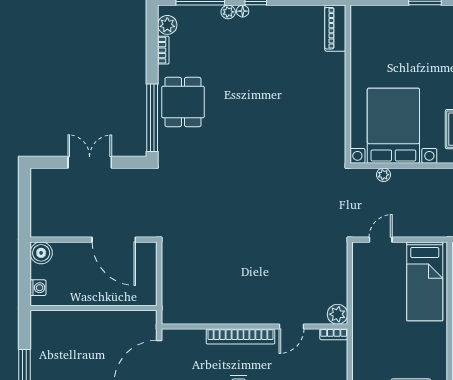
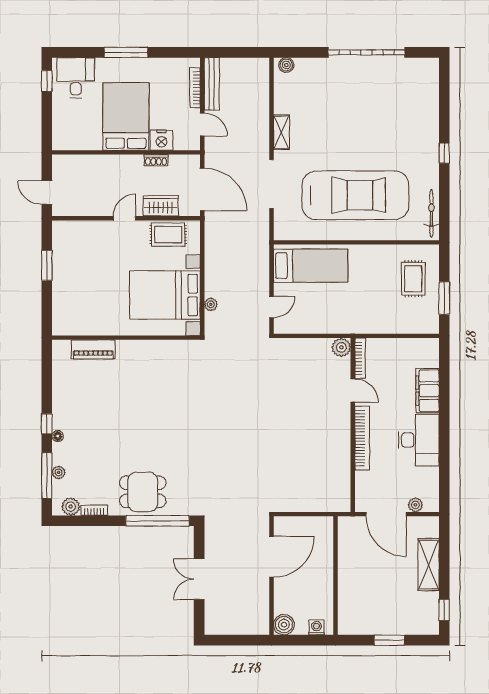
plant: (228, 12) -> (59, 472), moved
piano: (335, 28) -> (93, 349), moved
door: (381, 240) -> (271, 307), swing flipped
bookcase: (334, 334) -> (360, 358), width x1.56

